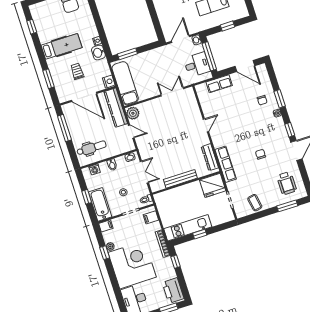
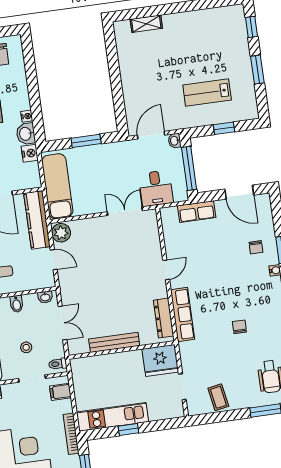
window: (127, 54) -> (86, 141), moved
desk: (197, 65) -> (156, 188), moved, turned 90
nightstand: (109, 82) -> (30, 153), moved
row of seats: (226, 164) -> (183, 314), moved

